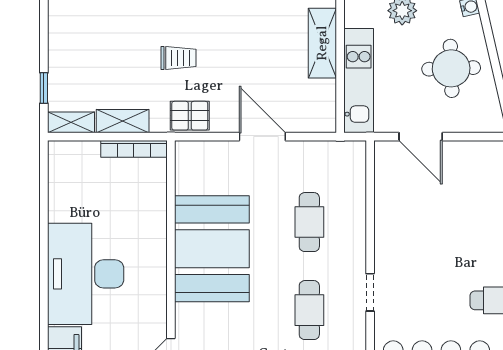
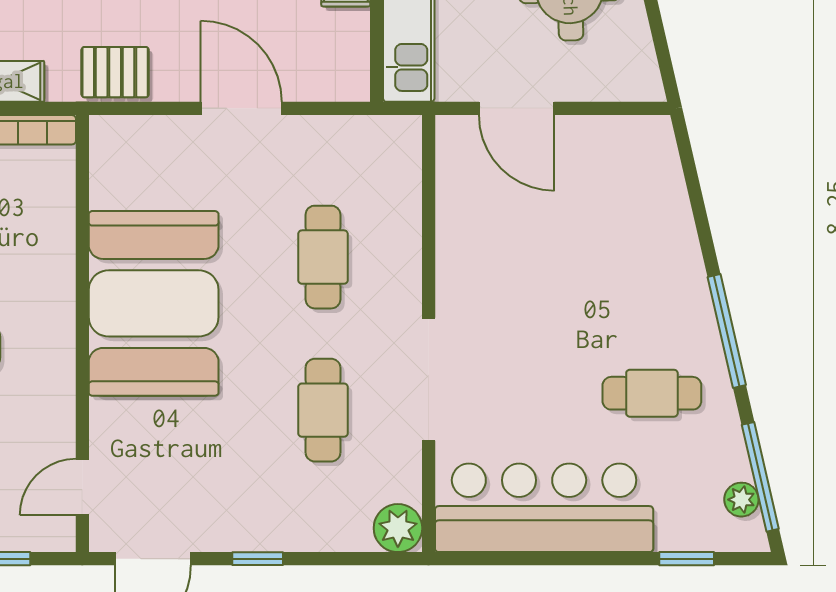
doorway: (370, 292) -> (429, 379), width x1.87

